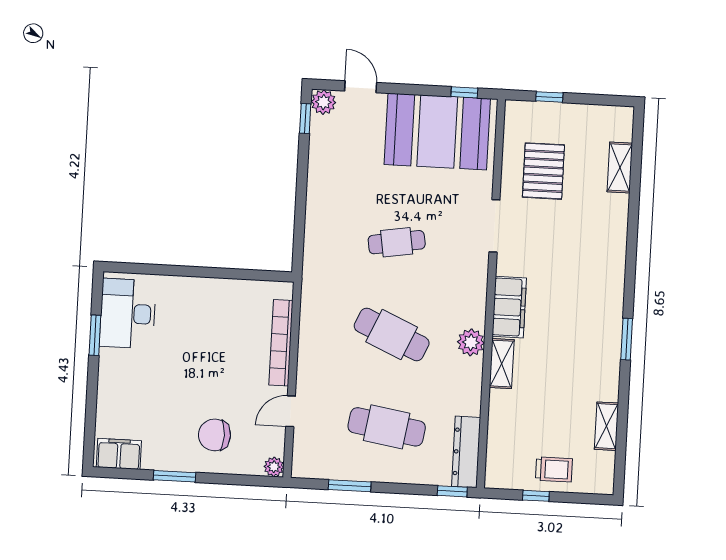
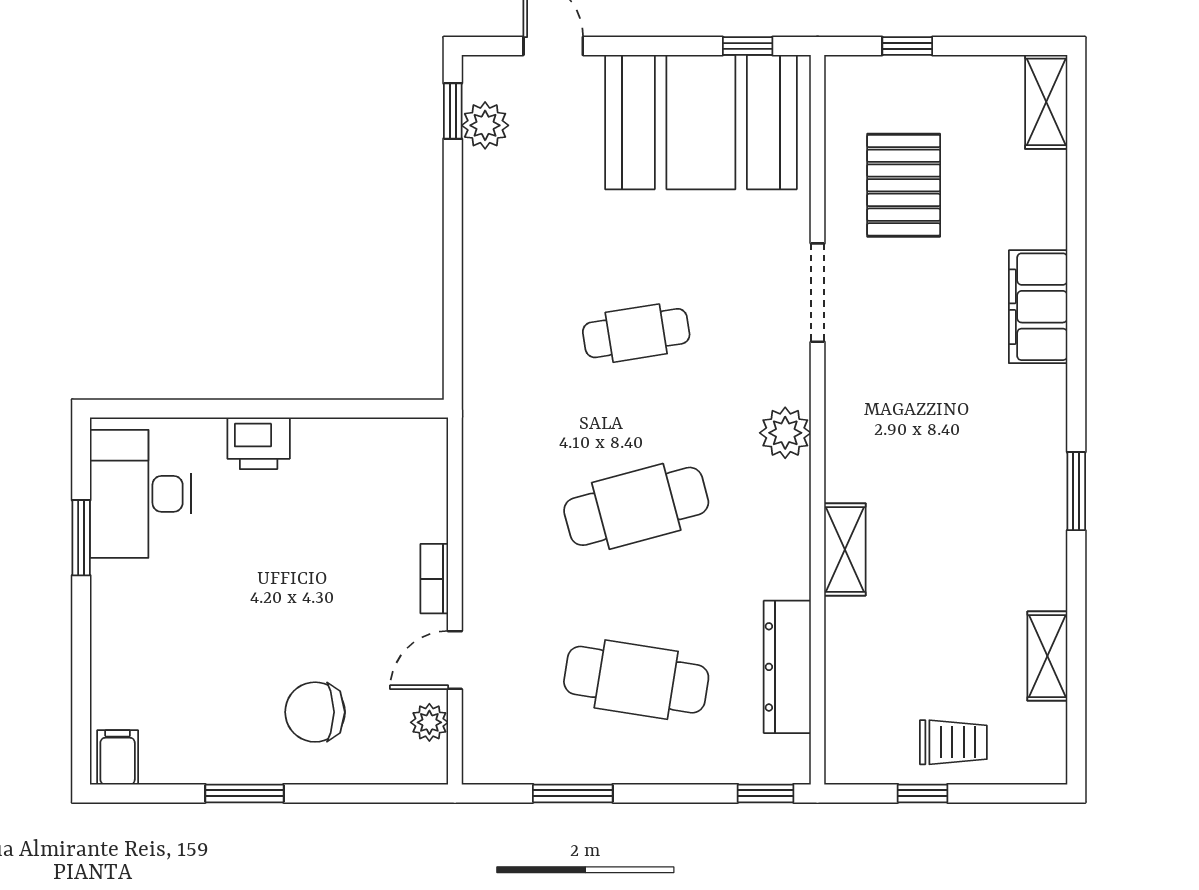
plant: (323, 102) -> (485, 125), moved
shelving: (620, 167) -> (1046, 102), moved
printer: (192, 290) -> (259, 443), added
filing cabinet: (509, 307) -> (1038, 307), moved, turned 180
cafe table: (392, 335) -> (636, 506), turned -39
plant: (471, 342) -> (785, 433), moved
bookcase: (281, 343) -> (434, 579), width x0.43, depth x0.76
dresser: (466, 452) -> (787, 667), moved
filing cabinet: (119, 454) -> (118, 757), width x0.50
plant: (274, 467) -> (429, 722), moved

